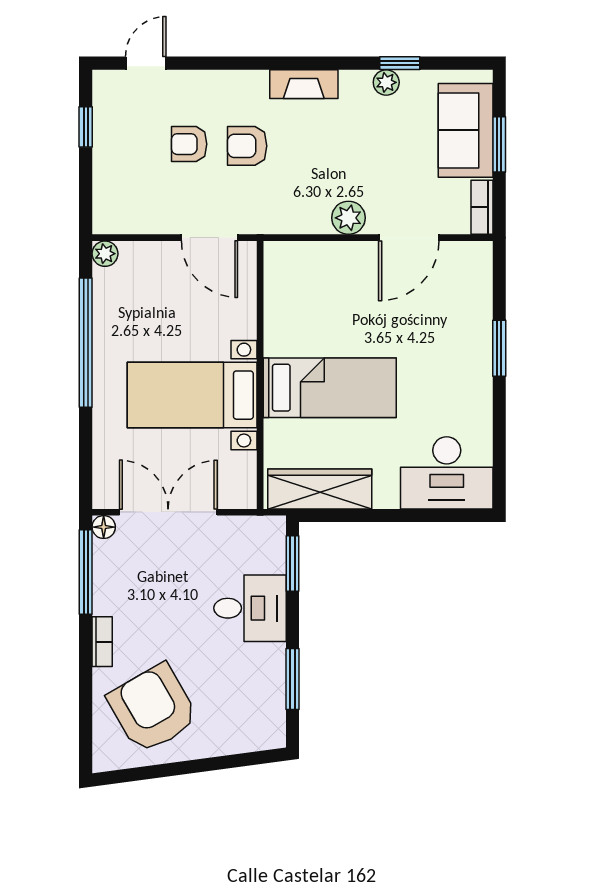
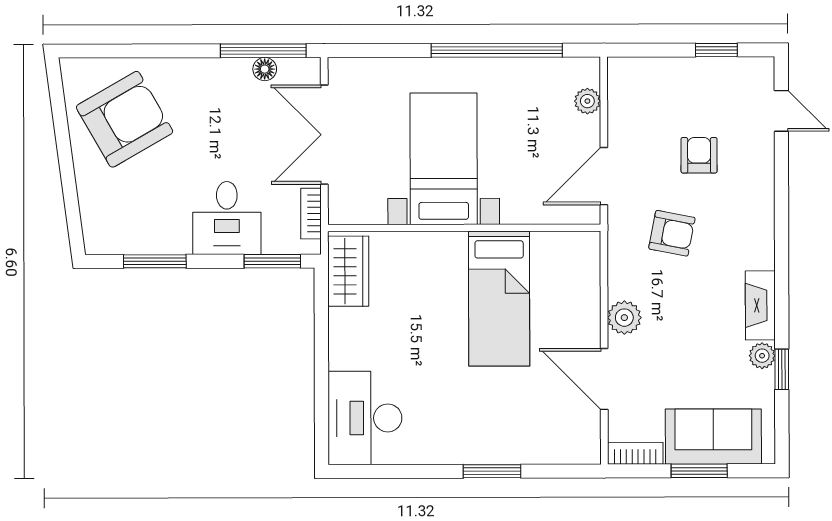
fireplace: (304, 84) -> (760, 305), moved
armchair: (247, 146) -> (672, 233), moved, turned 101
plant: (105, 254) -> (587, 101), moved
bed: (330, 388) -> (499, 299), moved
wardrobe: (320, 489) -> (348, 271), width x0.67
double door: (168, 512) -> (324, 135), swing flipped
floor lamp: (104, 527) -> (265, 69), moved
bookcase: (102, 642) -> (311, 214), moved, turned 90

